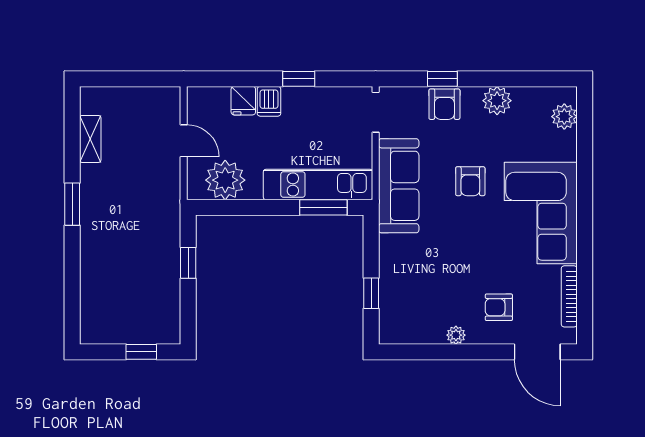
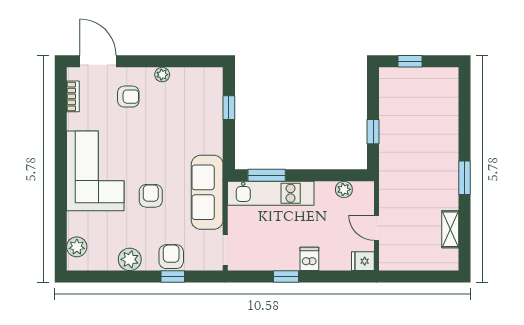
fridge: (243, 101) -> (363, 261), moved, turned -90
plant: (225, 180) -> (344, 189), width x0.53, depth x0.53
bookcase: (569, 296) -> (73, 96), width x0.64

